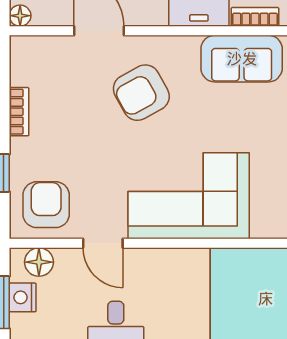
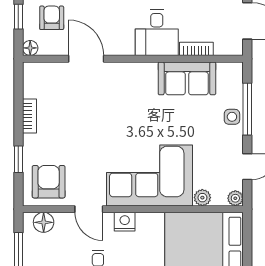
armchair: (141, 93) -> (116, 102), removed
plant: (263, 227) -> (202, 198), added
nightstand: (23, 297) -> (125, 222), moved, turned 90

